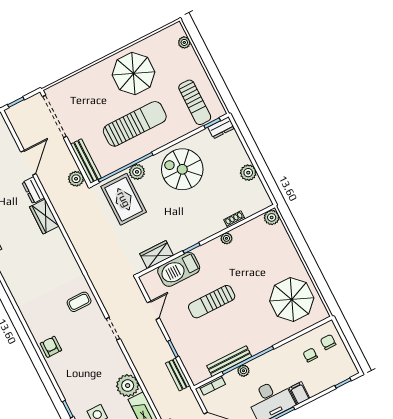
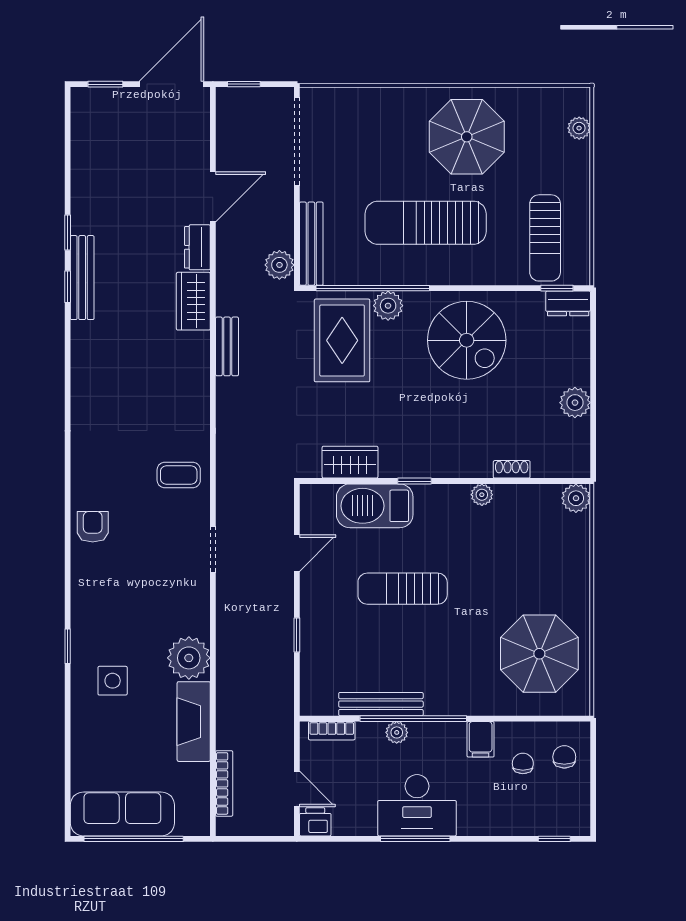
sun lounger: (135, 124) -> (426, 223), turned 180
spiral stairs: (182, 169) -> (467, 340), turned 180
bench: (178, 374) -> (227, 346), moved
filing cabinet: (299, 393) -> (481, 739), moved, turned 180

